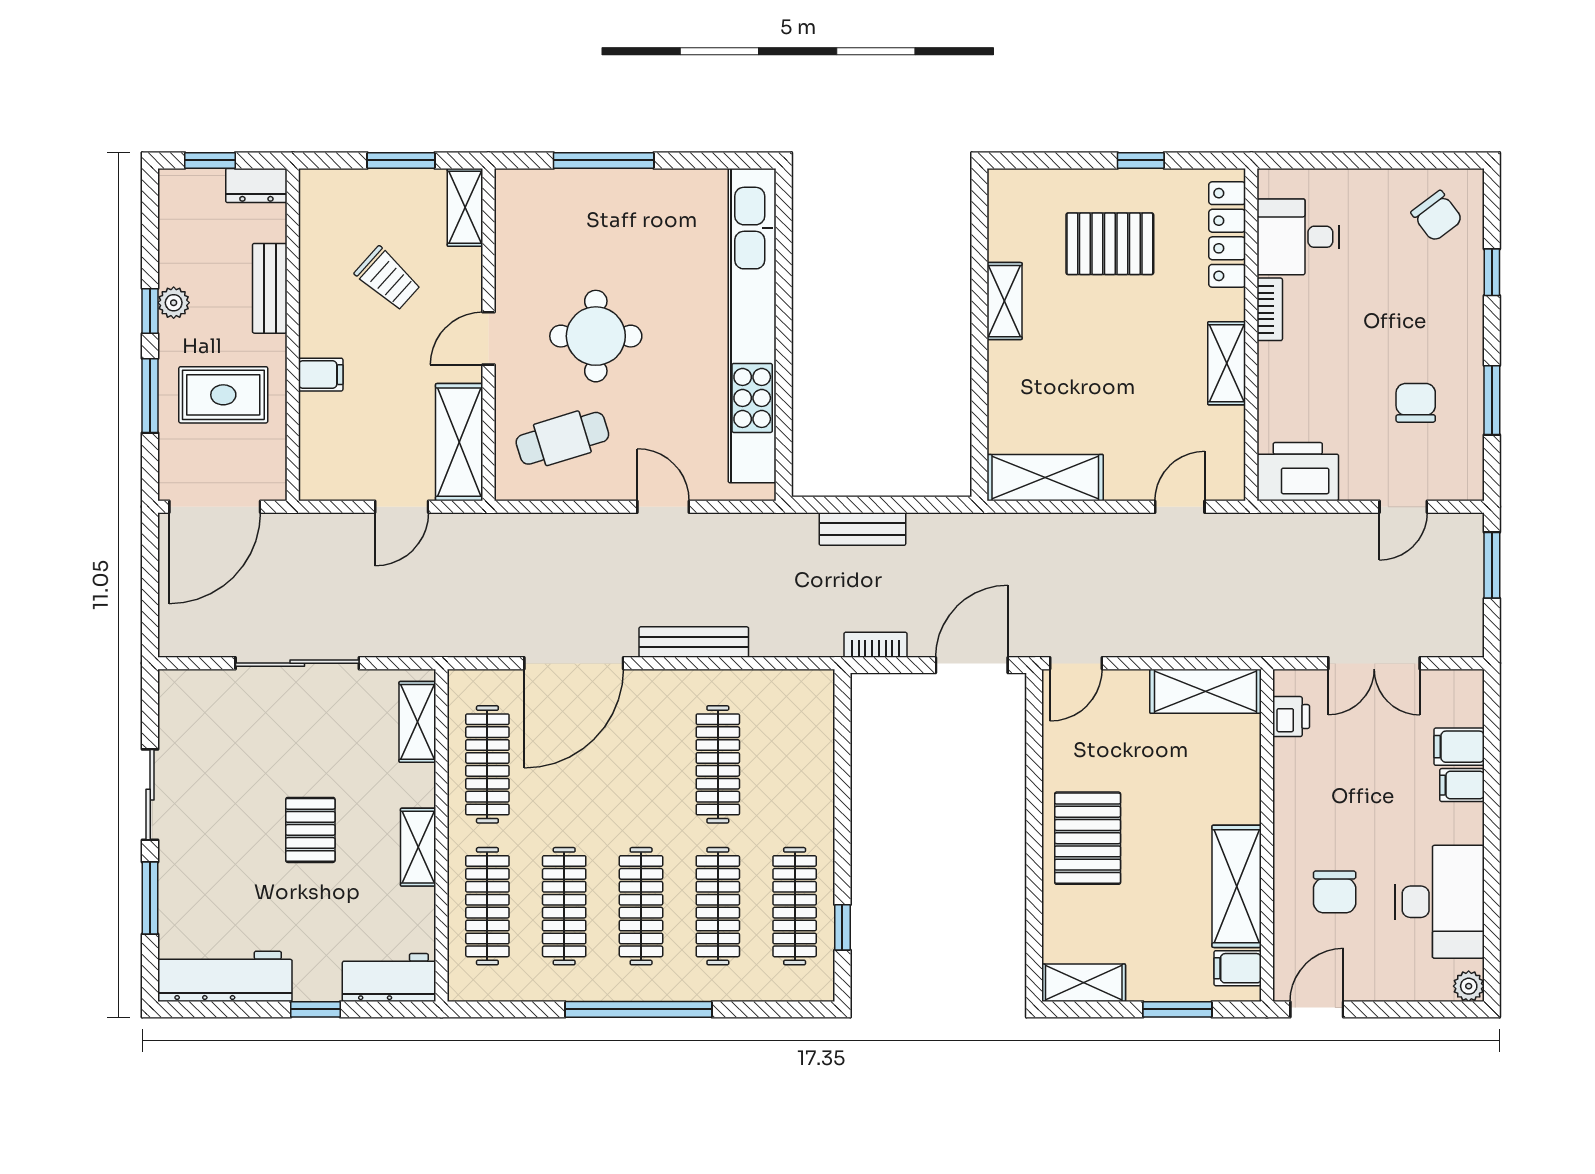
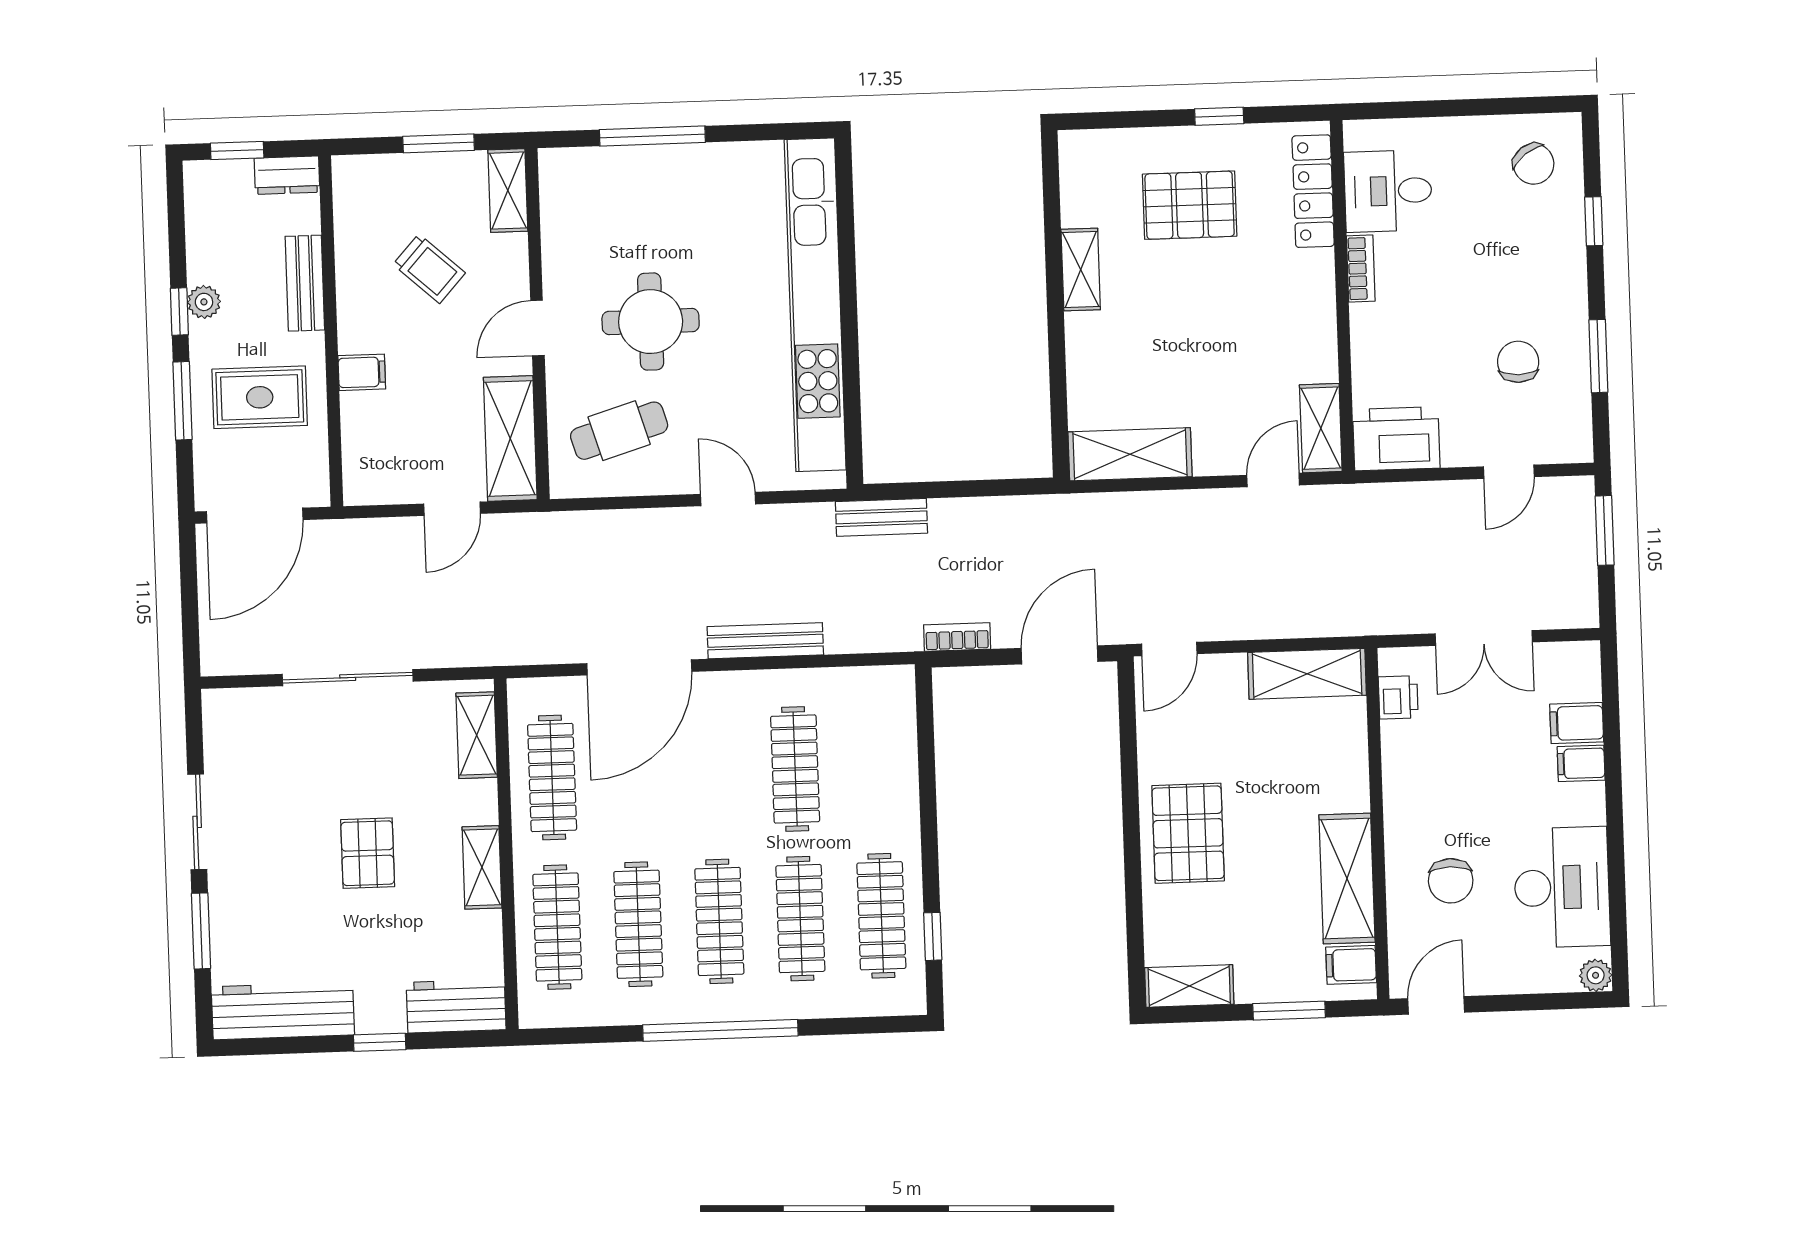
shelving: (1227, 363) -> (1321, 428), moved
bench: (862, 529) -> (881, 517), moved

